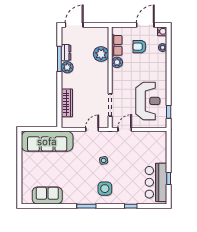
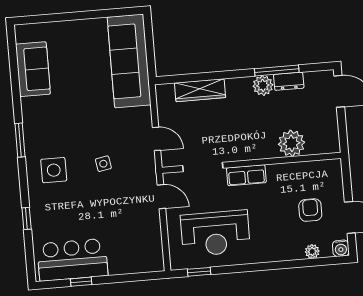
row of seats: (117, 45) -> (246, 175), moved
plant: (117, 62) -> (279, 173), removed

